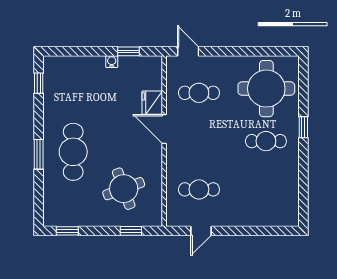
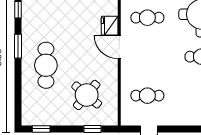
window: (39, 154) -> (18, 46), moved
round table: (124, 189) -> (87, 95), turned -30

